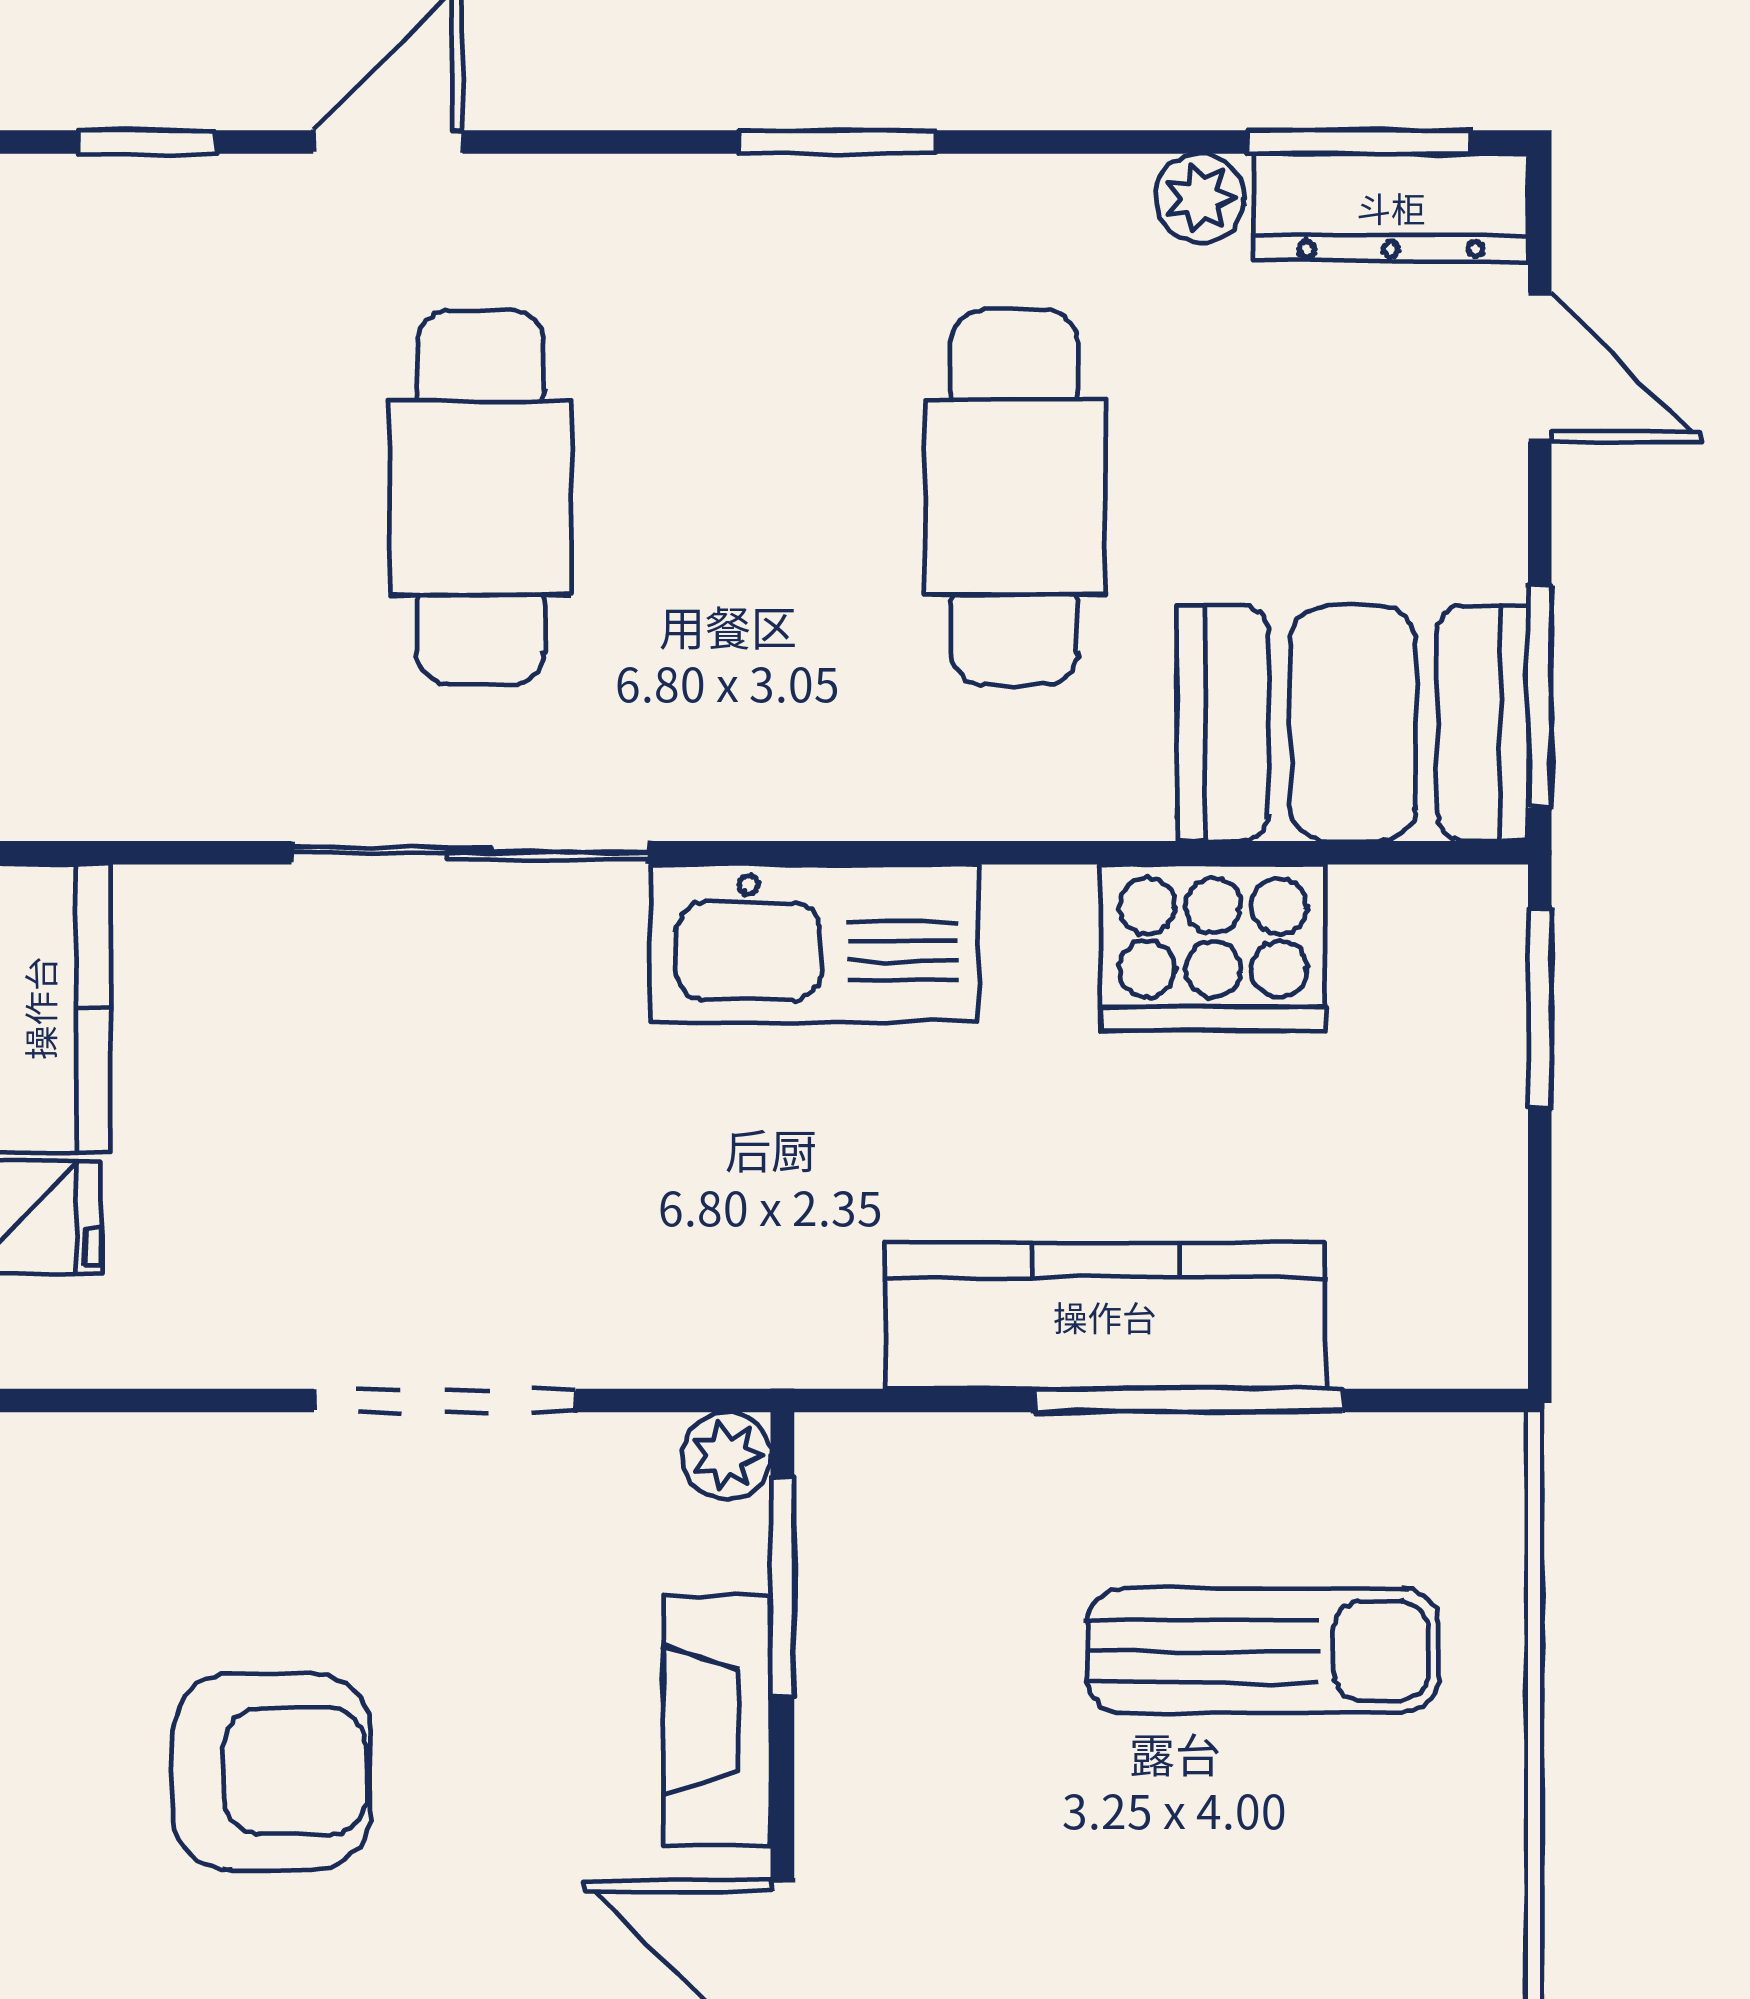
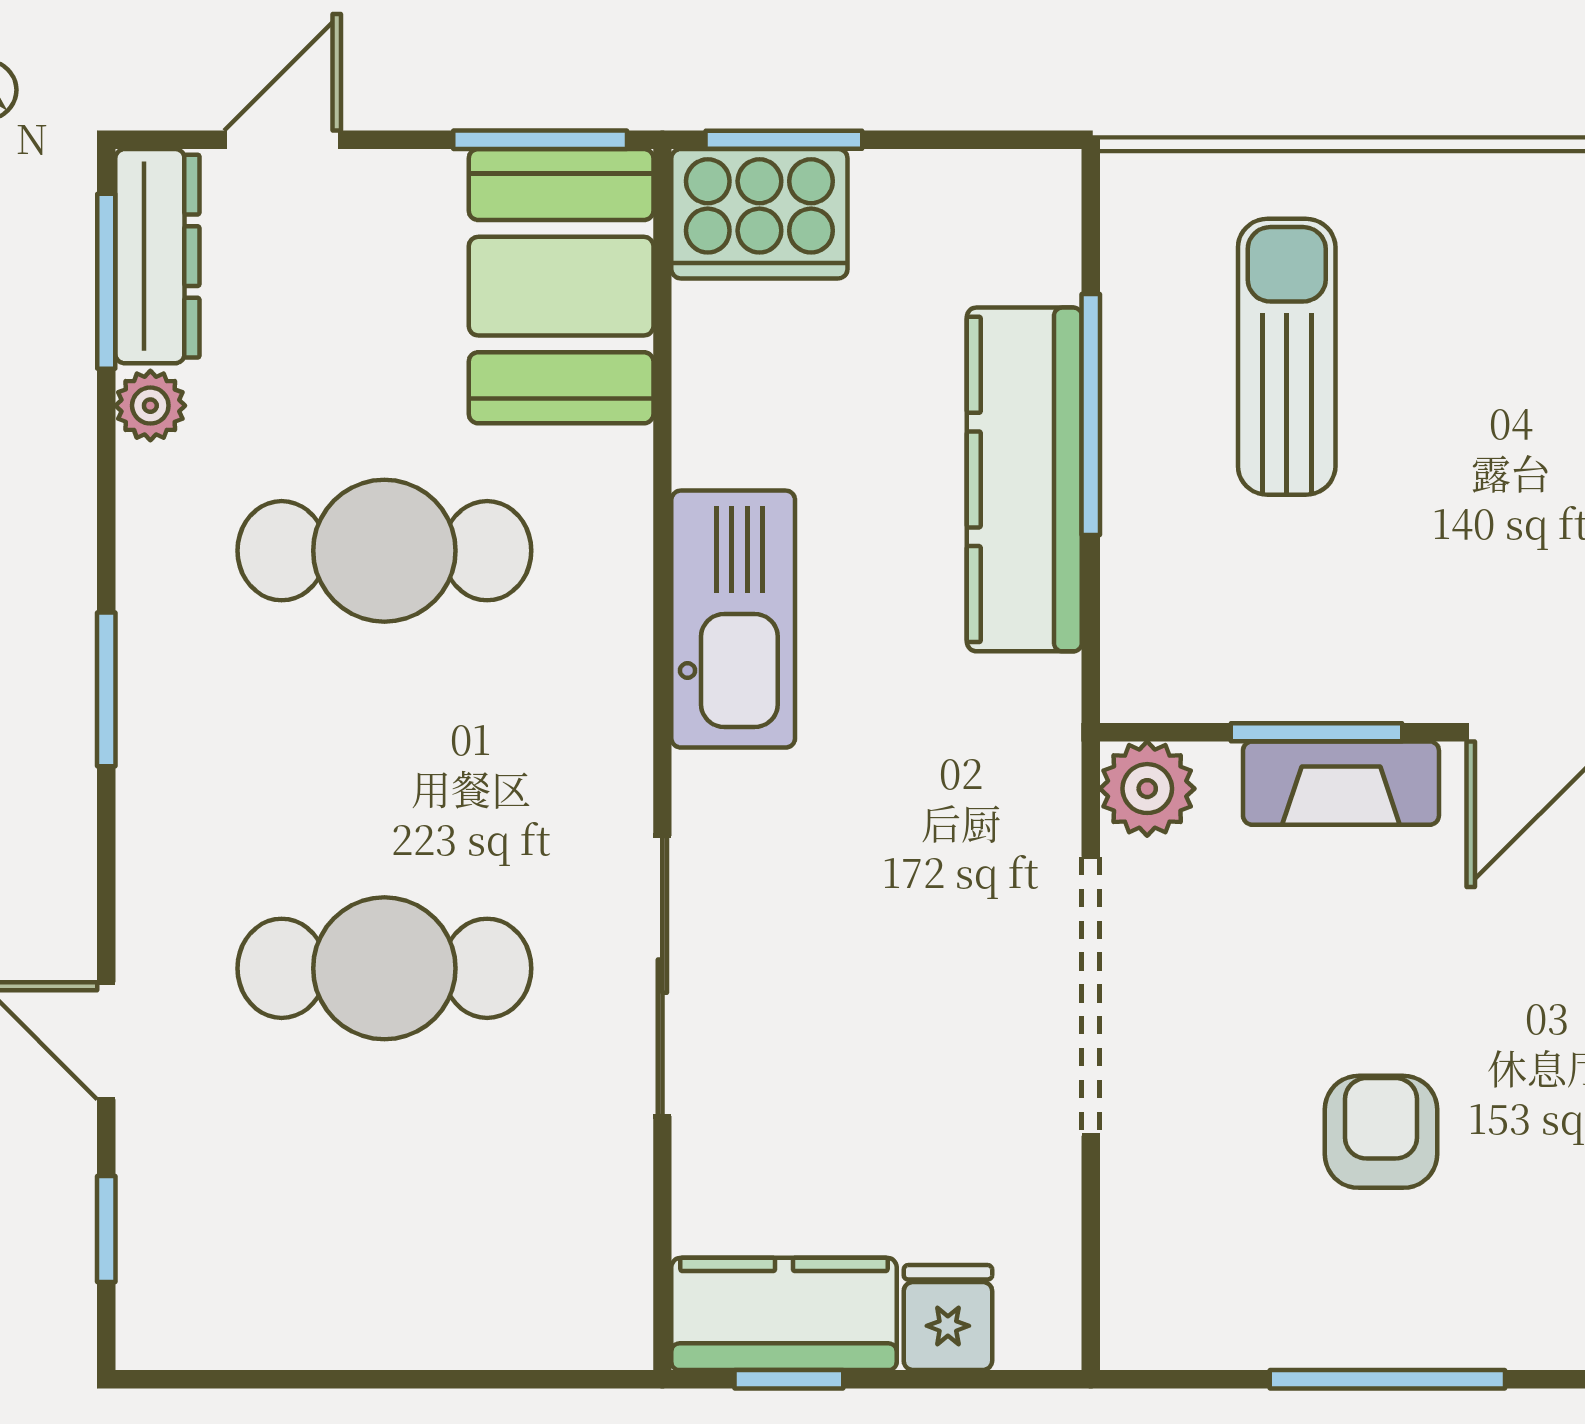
kitchen sink: (814, 943) -> (733, 619), moved
cooker: (1213, 947) -> (759, 214), moved, turned 90
doorway: (445, 1400) -> (1091, 996), width x1.36
plant: (727, 1456) -> (1147, 789), width x1.38, depth x1.38
window: (782, 1587) -> (1316, 732), moved
armchair: (271, 1772) -> (1381, 1132), width x0.72, depth x0.72

